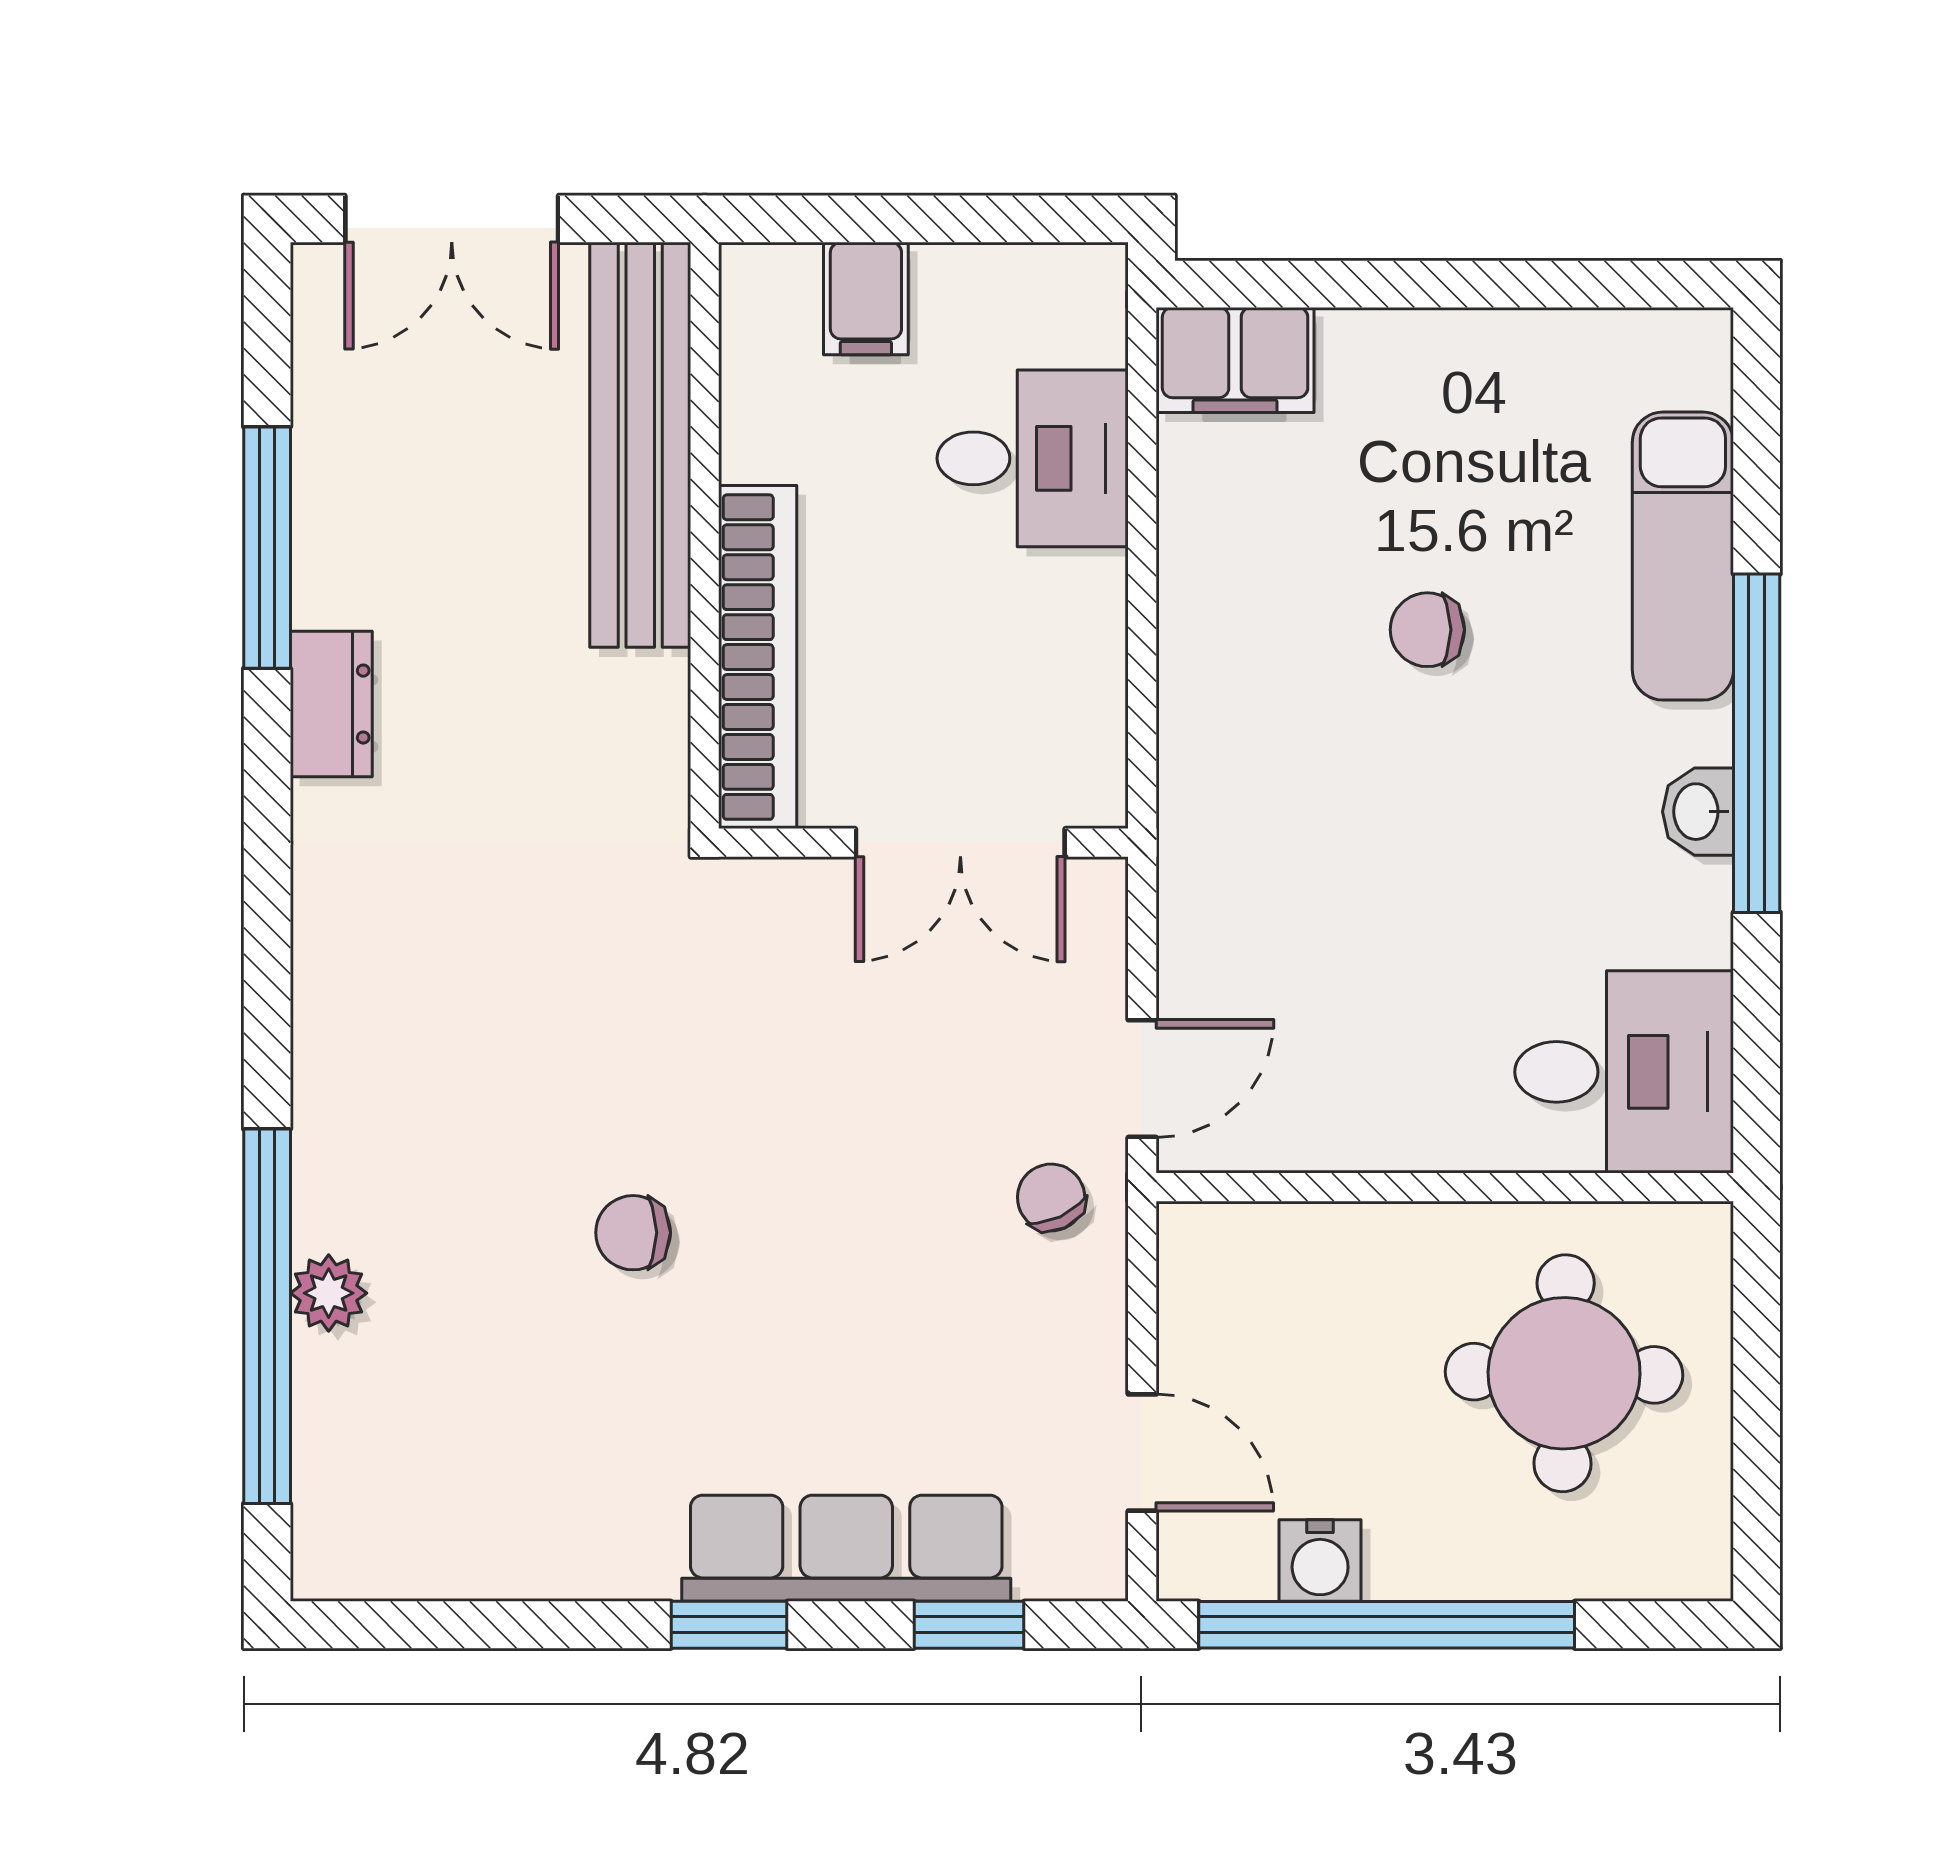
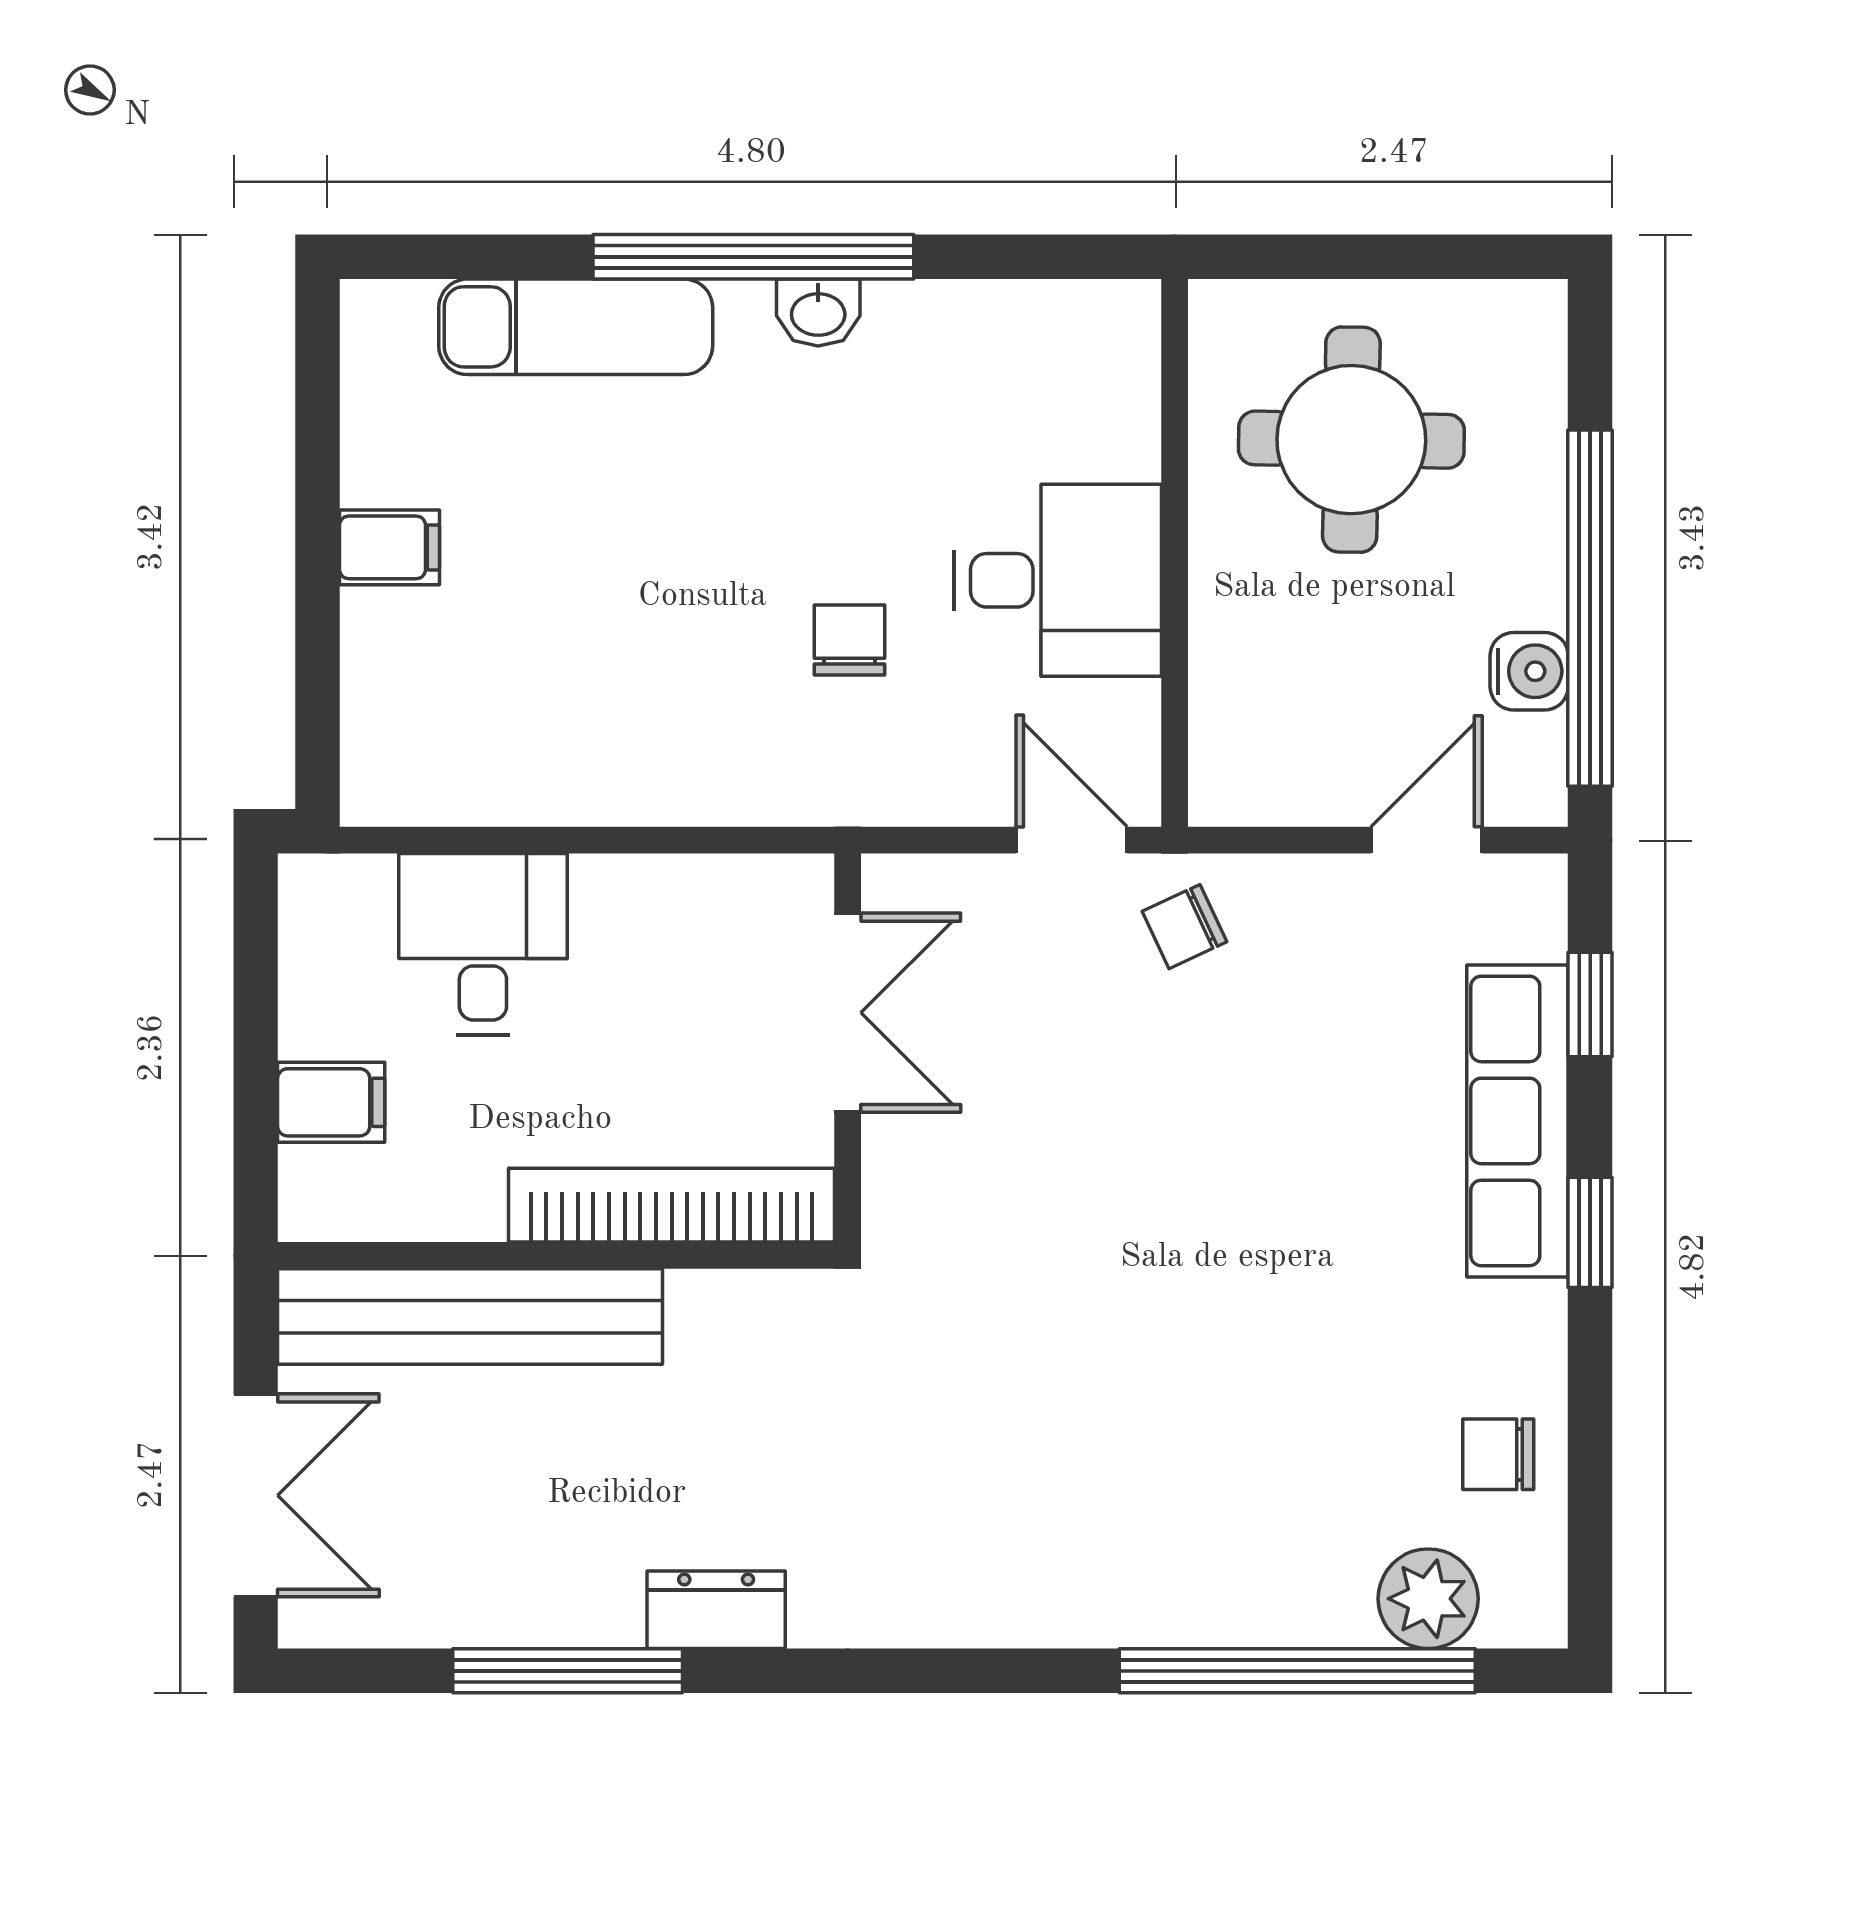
filing cabinet: (1235, 360) -> (389, 547), moved, width x0.50
chair: (1427, 630) -> (849, 640), moved, turned 180
desk: (1624, 1072) -> (1058, 580), moved, turned 90
chair: (633, 1233) -> (1498, 1454), moved, turned 90
plant: (329, 1293) -> (1428, 1599), moved, width x1.38, depth x1.38

